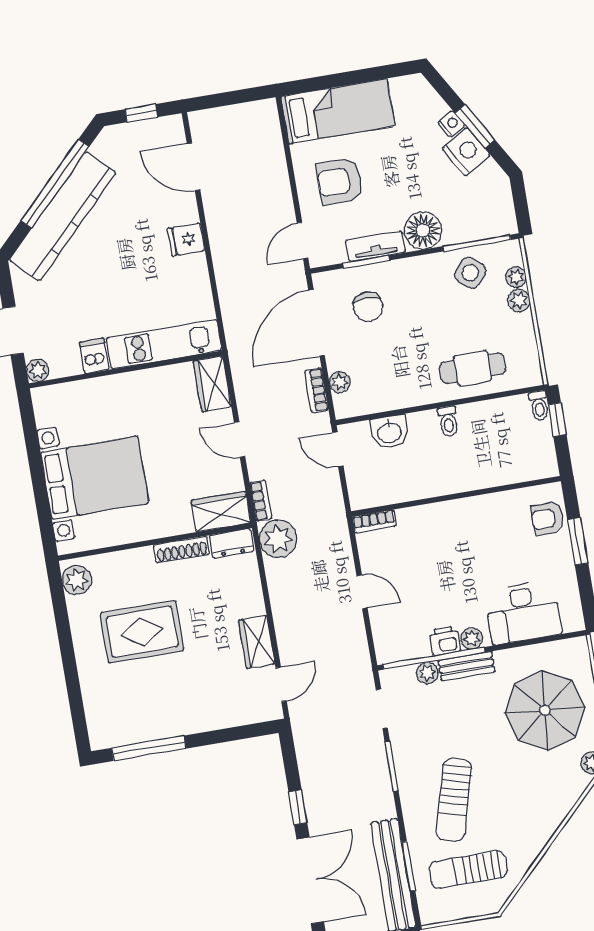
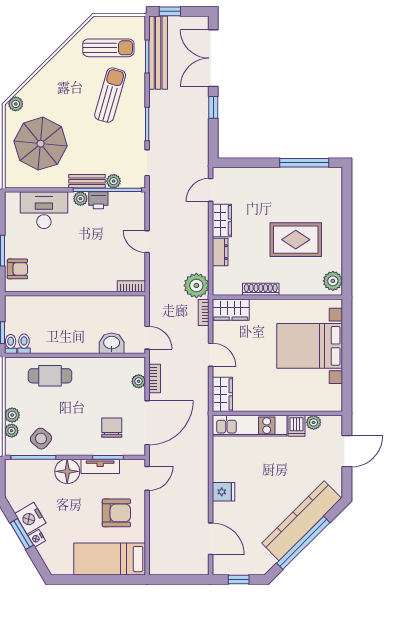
plant: (38, 371) -> (314, 422), moved
toilet: (448, 421) -> (24, 344), moved
dresser: (232, 543) -> (220, 252), moved, turned 90

